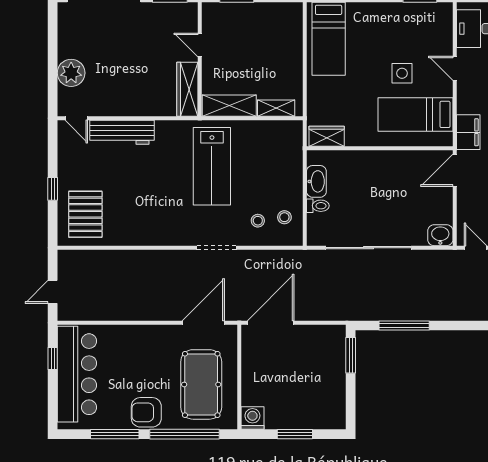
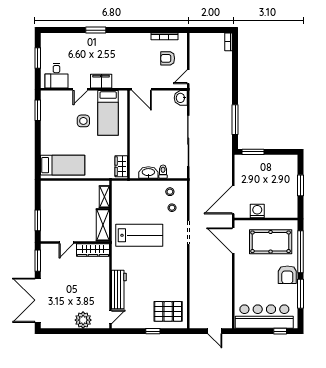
filing cabinet: (468, 132) -> (101, 81), moved
door: (271, 323) -> (233, 200), hinge flipped
window: (53, 359) -> (280, 331), moved
washing machine: (252, 418) -> (257, 211), moved, turned 90

